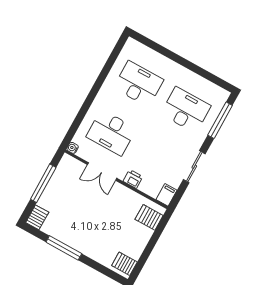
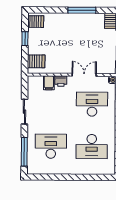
desk: (186, 110) -> (51, 146), turned 180
filing cabinet: (167, 195) -> (49, 83), moved
window: (148, 251) -> (25, 39), added

